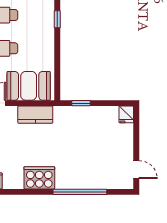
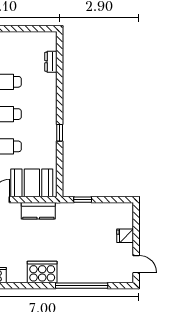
window: (57, 19) -> (60, 133), moved
fridge: (126, 114) -> (125, 236), moved, turned 90

